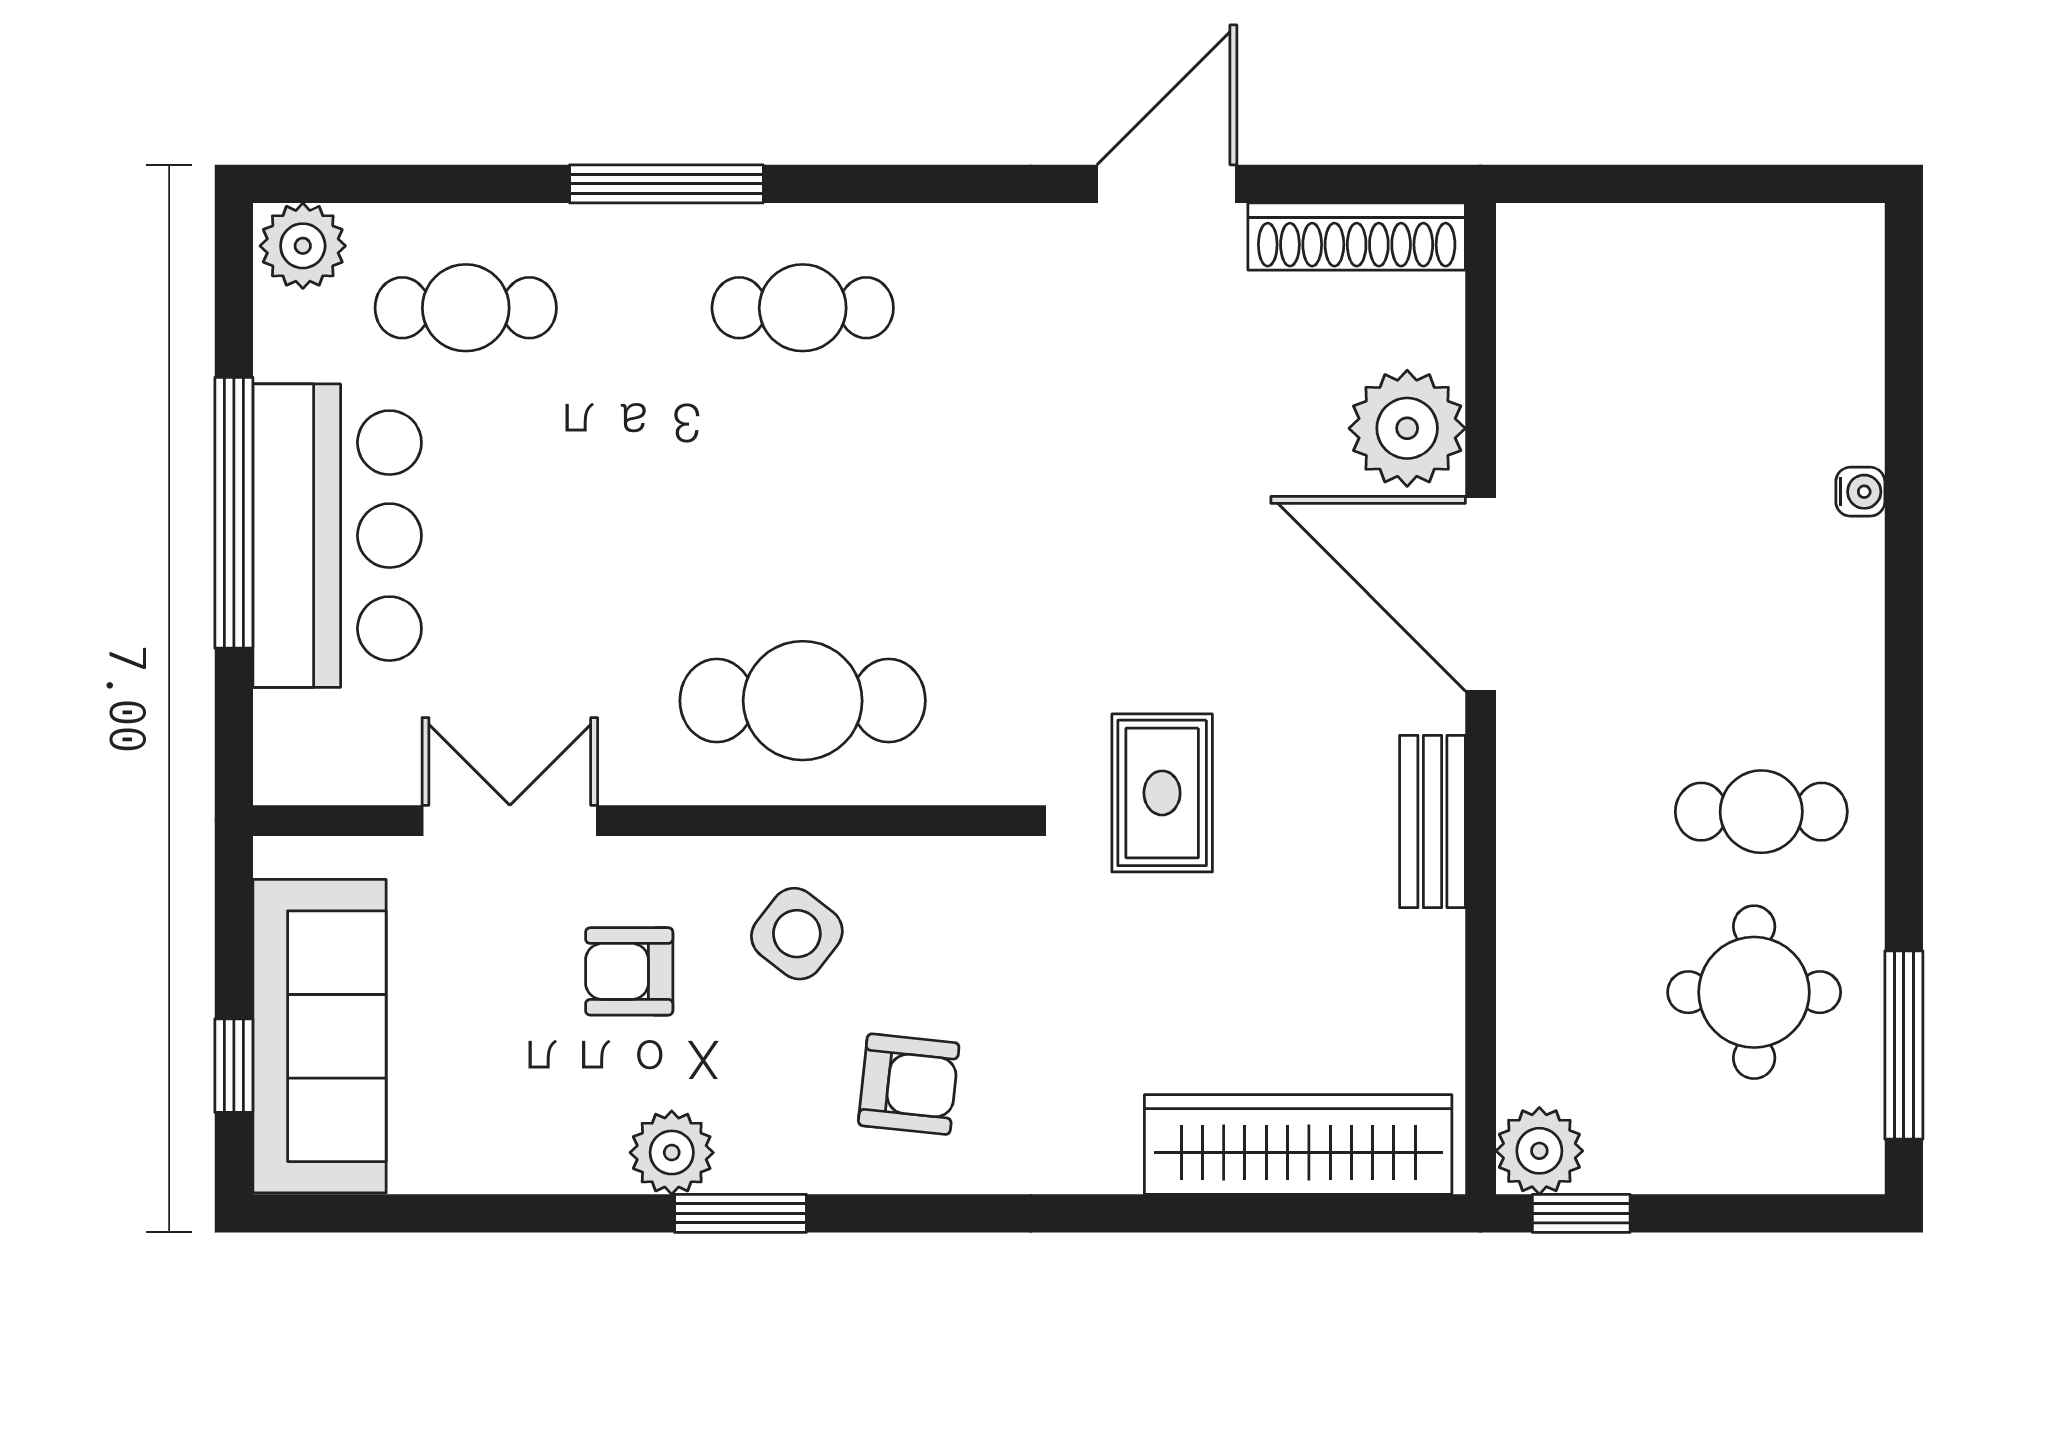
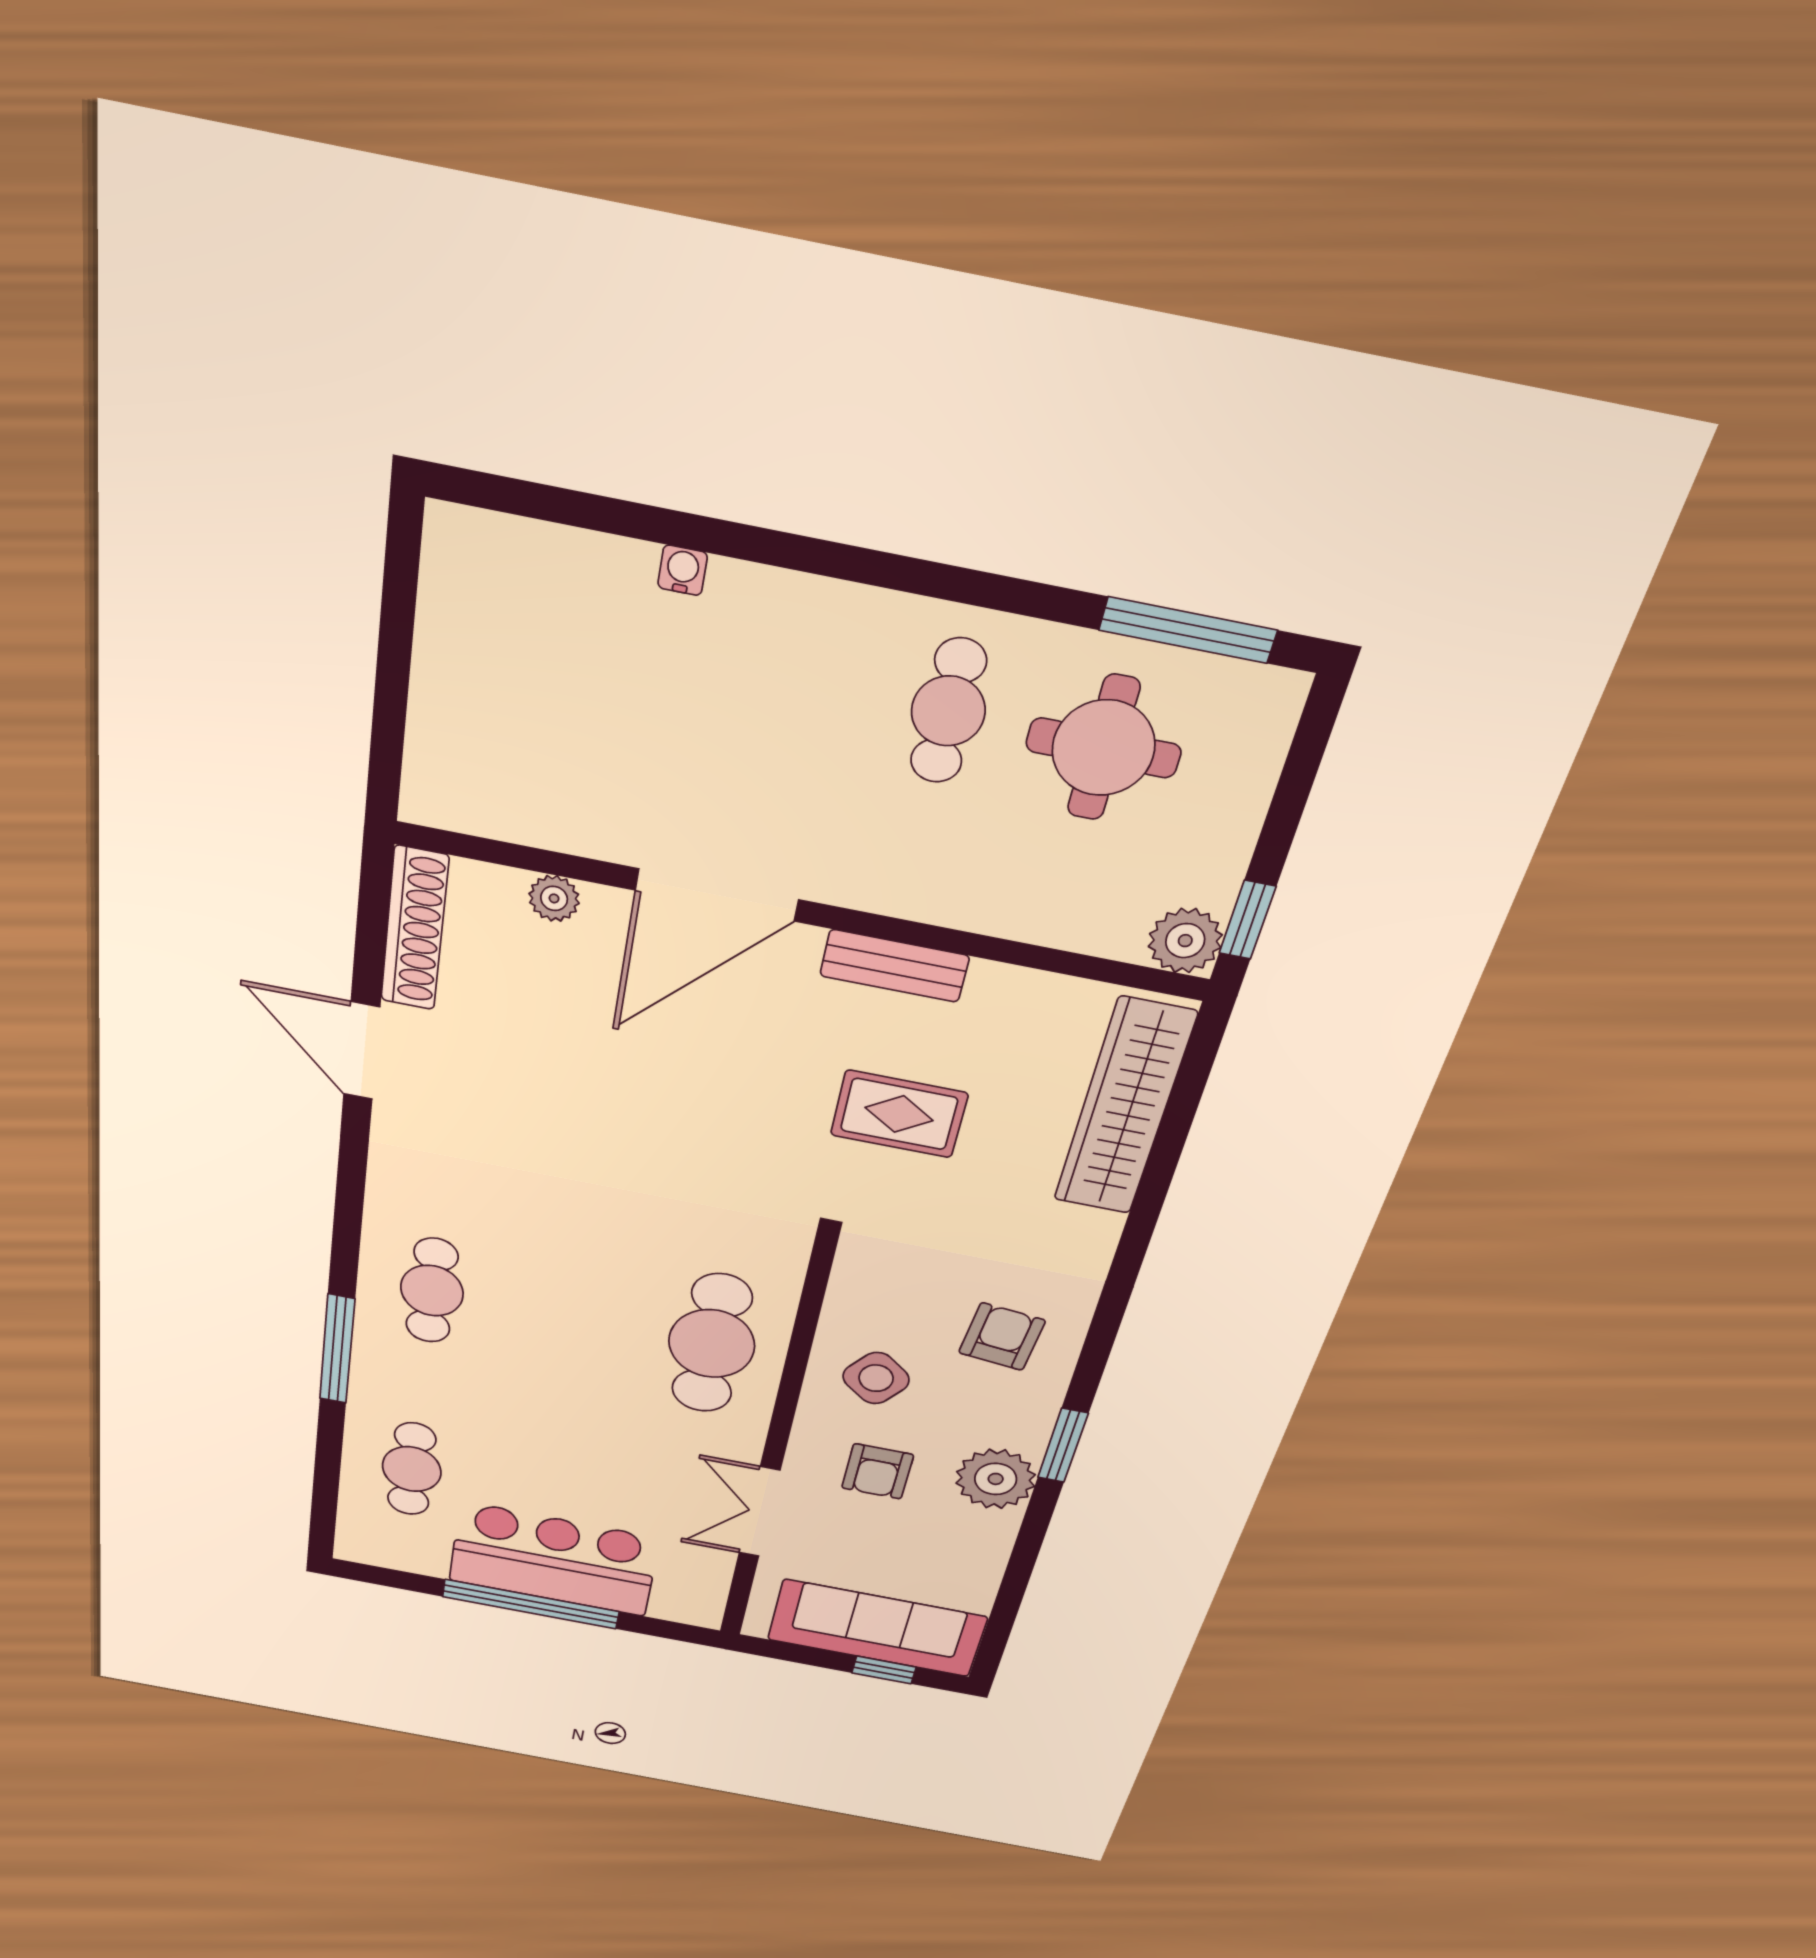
plant: (303, 246) -> (362, 1540), removed
plant: (1407, 428) -> (554, 898), width x0.53, depth x0.53
rug: (1162, 793) -> (899, 1114), moved
plant: (672, 1153) -> (996, 1479), width x1.36, depth x1.36

